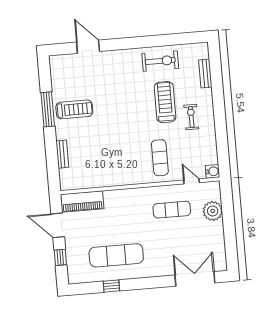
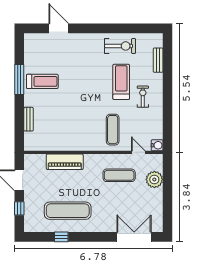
piano: (82, 202) -> (65, 162), moved

